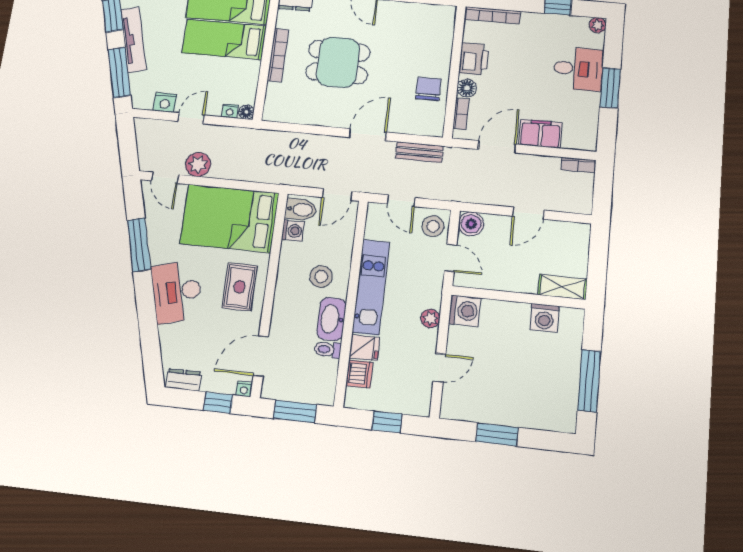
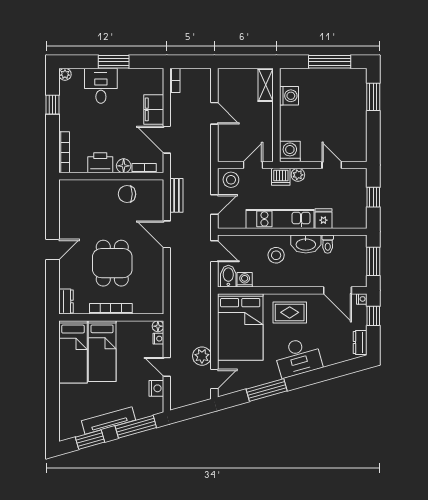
boiler: (471, 224) -> (227, 153), removed
dishwasher: (359, 374) -> (281, 177), moved, turned 180
window: (497, 435) -> (373, 97), moved

